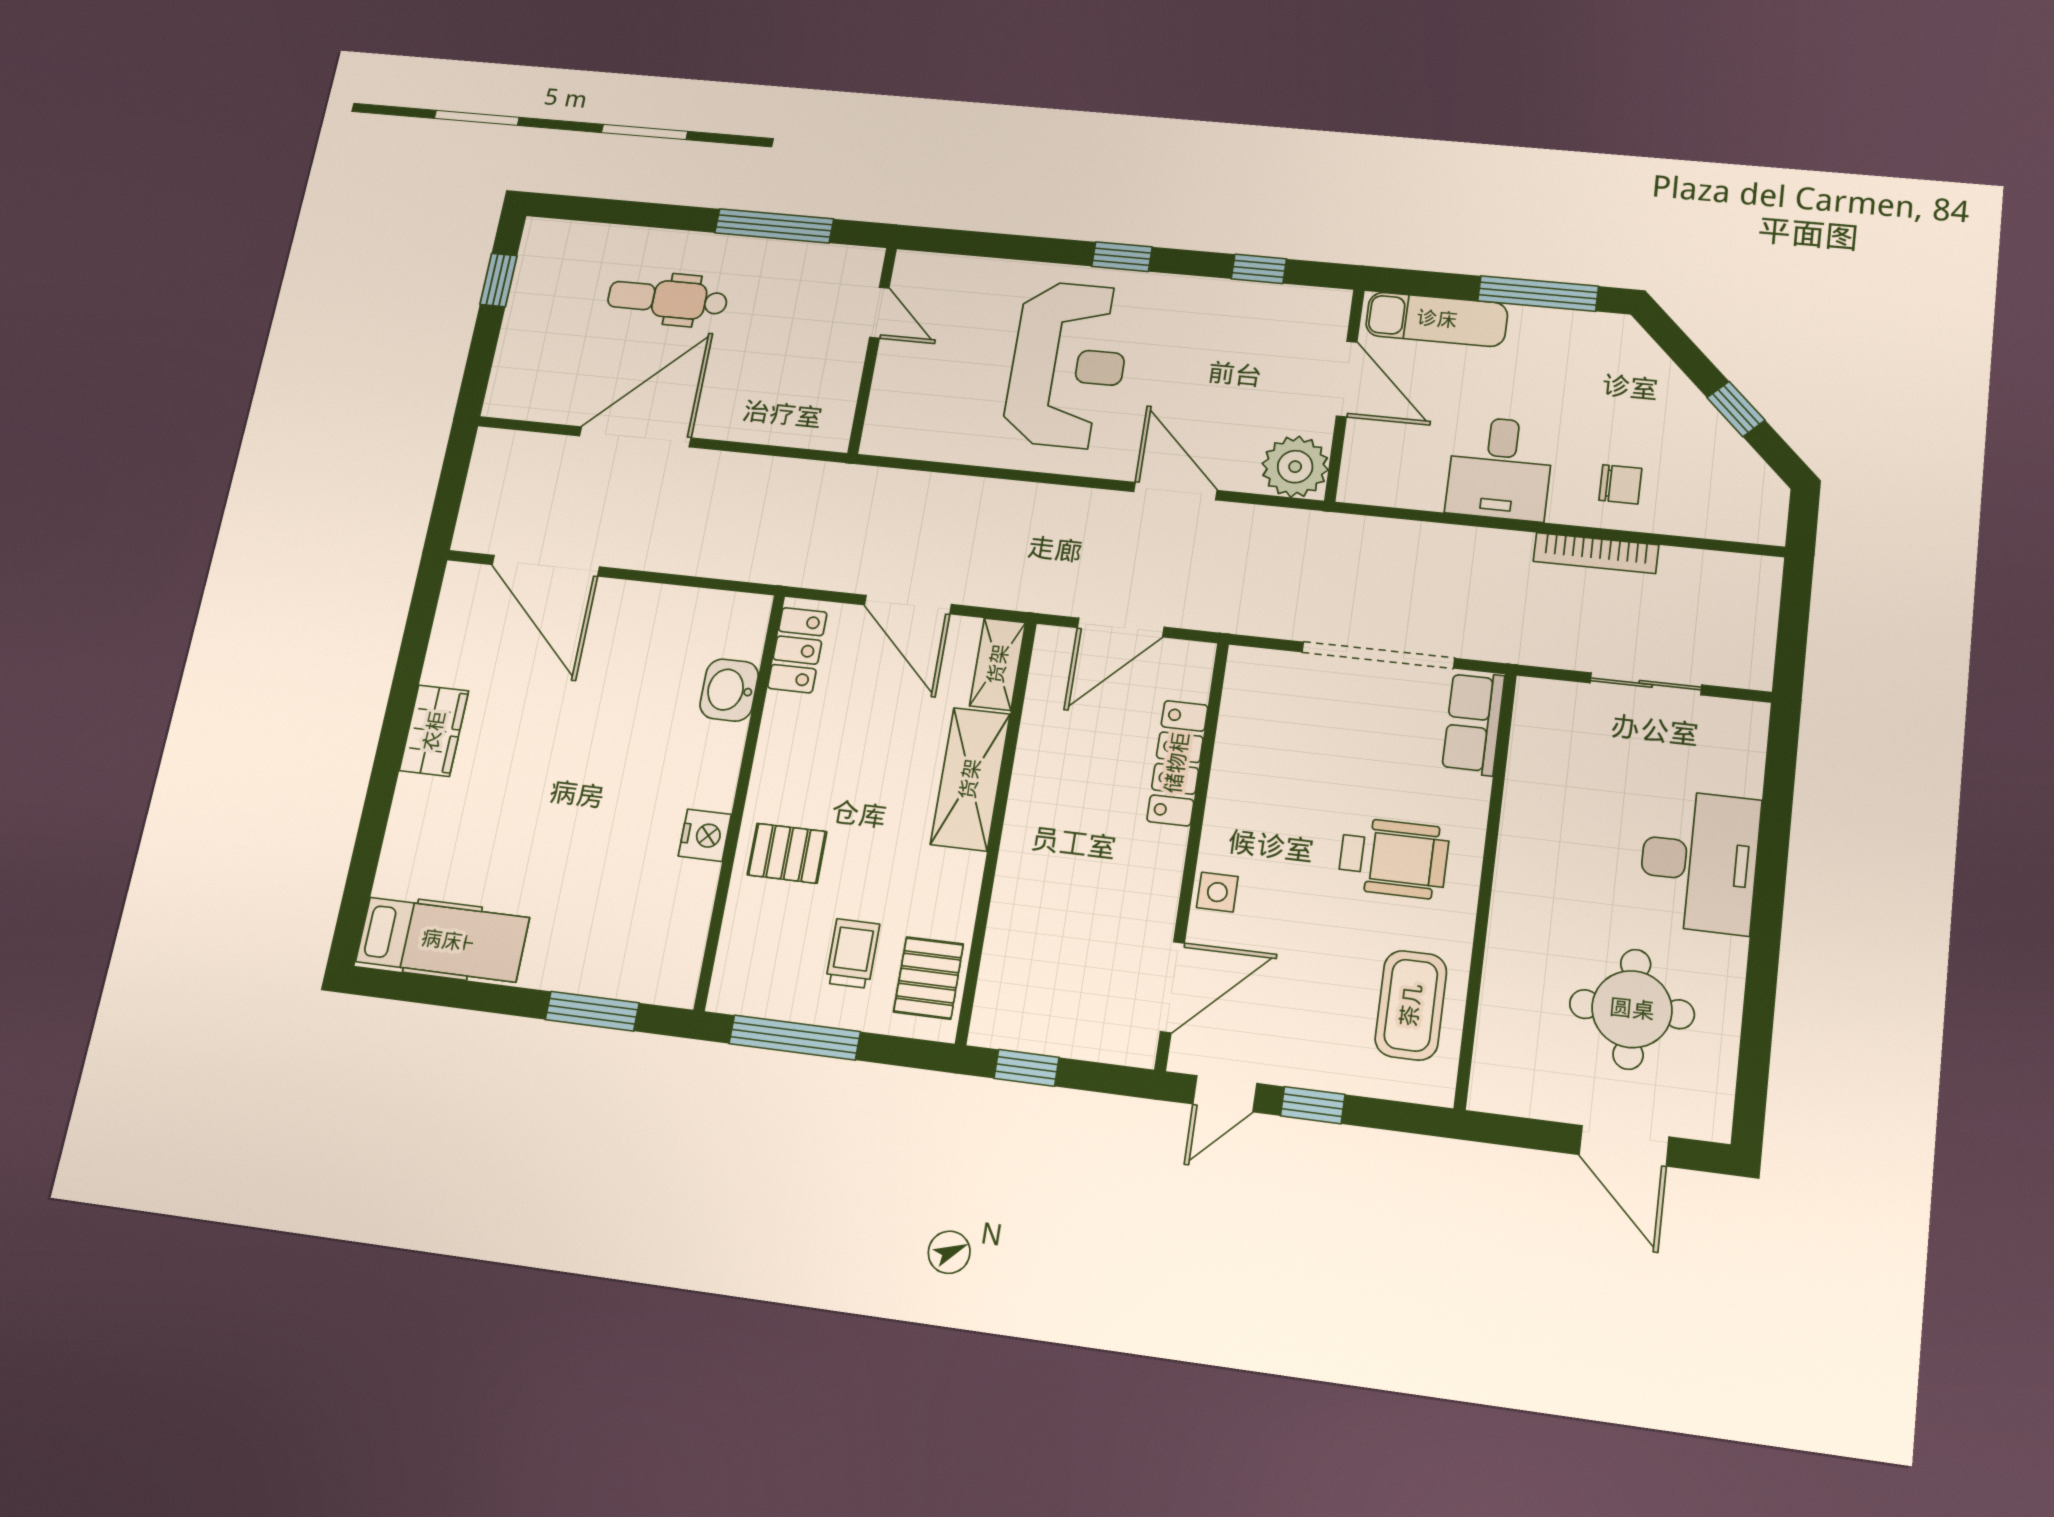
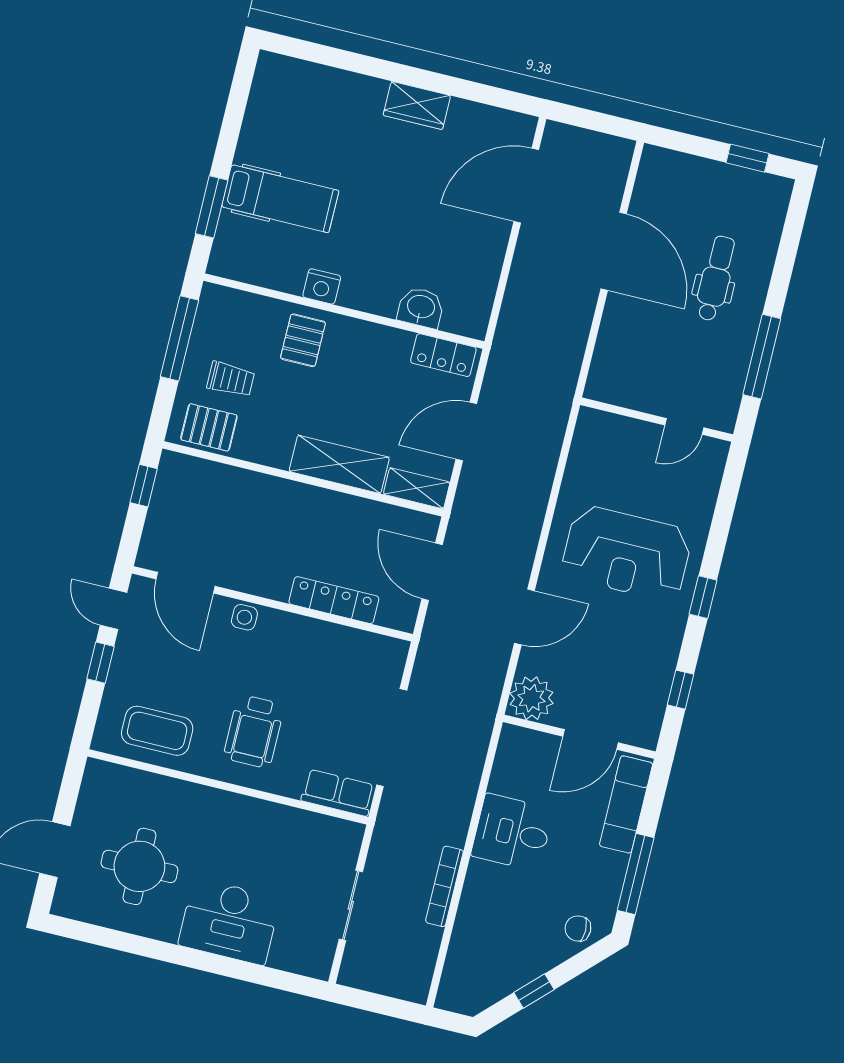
chair: (1620, 484) -> (578, 928), moved, turned 90
hospital bed: (442, 940) -> (280, 199), moved, turned -90

